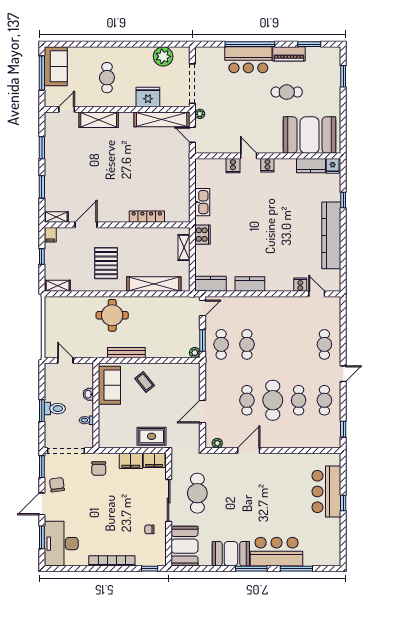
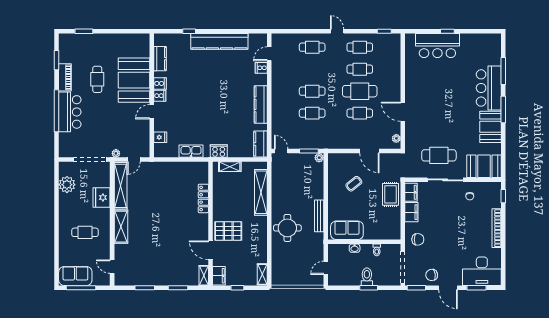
shelving: (99, 120) -> (121, 227), moved
booth: (310, 135) -> (134, 80), moved
cooker: (233, 166) -> (160, 83), moved
fridge: (333, 166) -> (160, 137), moved
filing cabinet: (50, 235) -> (219, 276), width x2.00
pallet: (106, 263) -> (228, 231), moved
kitchen counter: (250, 284) -> (261, 104), width x1.50
cafe table: (221, 344) -> (312, 91), moved
coffee table: (145, 382) -> (354, 184), moved

